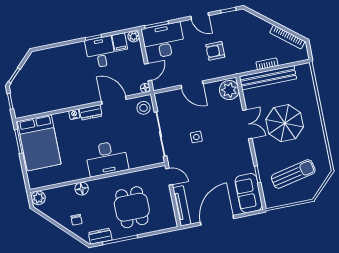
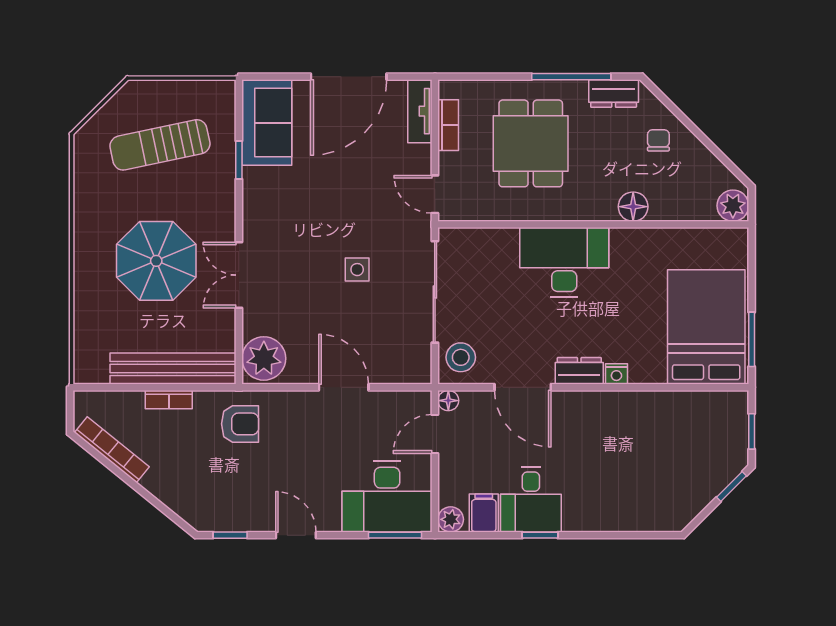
armchair: (215, 51) -> (240, 424), moved
tv unit: (182, 206) -> (420, 111), width x0.71
bookcase: (169, 208) -> (448, 125), added

